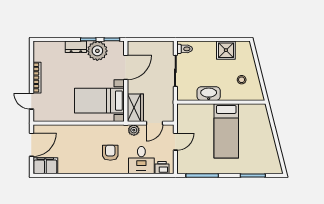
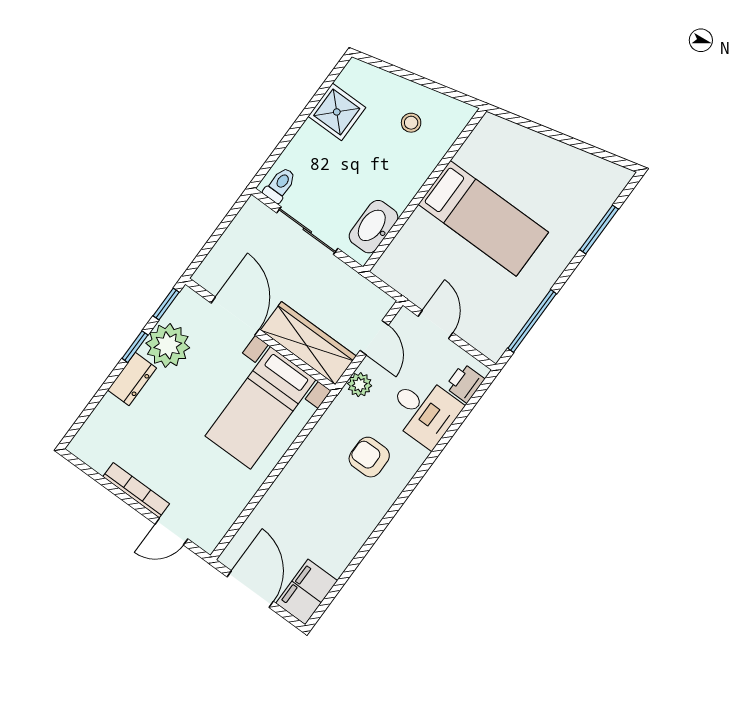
washbasin: (209, 94) -> (374, 227), moved
wardrobe: (135, 108) -> (308, 343), width x1.50

